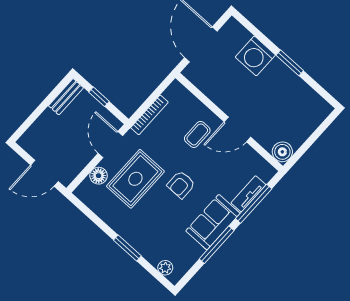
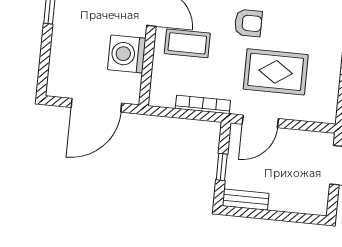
washing machine: (255, 56) -> (127, 54), moved, turned 180
coffee table: (197, 134) -> (187, 43), width x1.36, depth x1.30
floor lamp: (99, 176) -> (299, 110), removed

